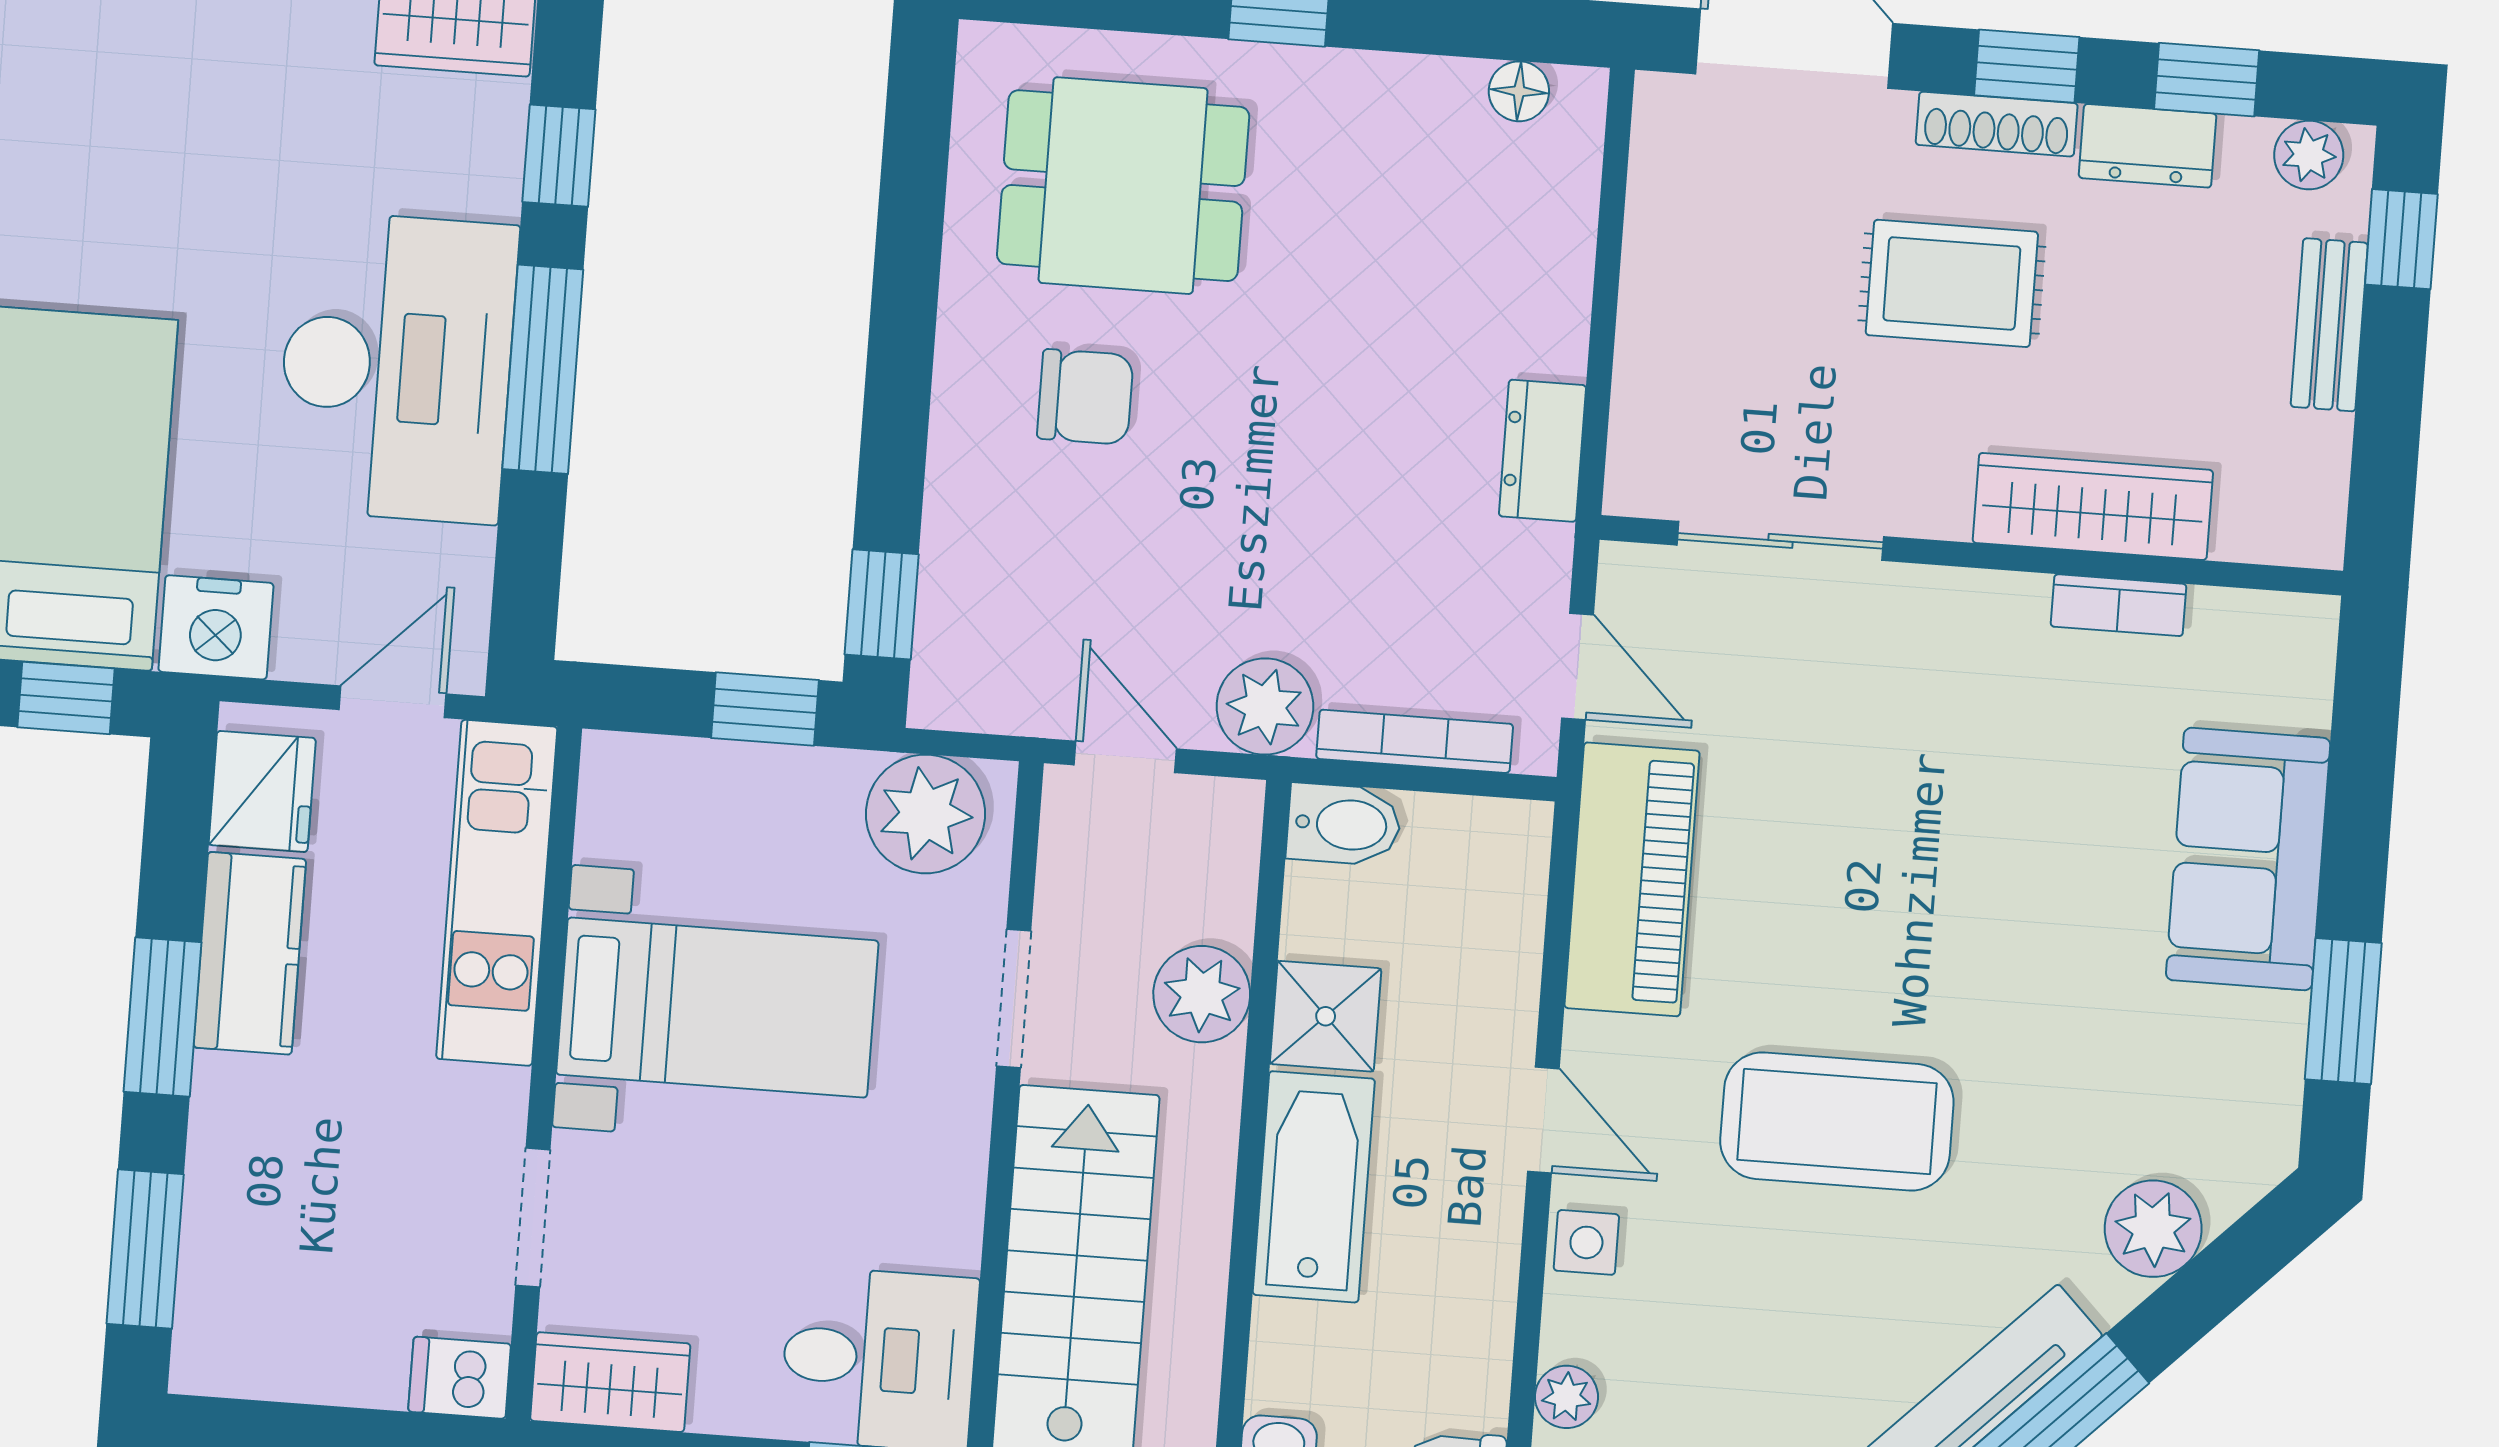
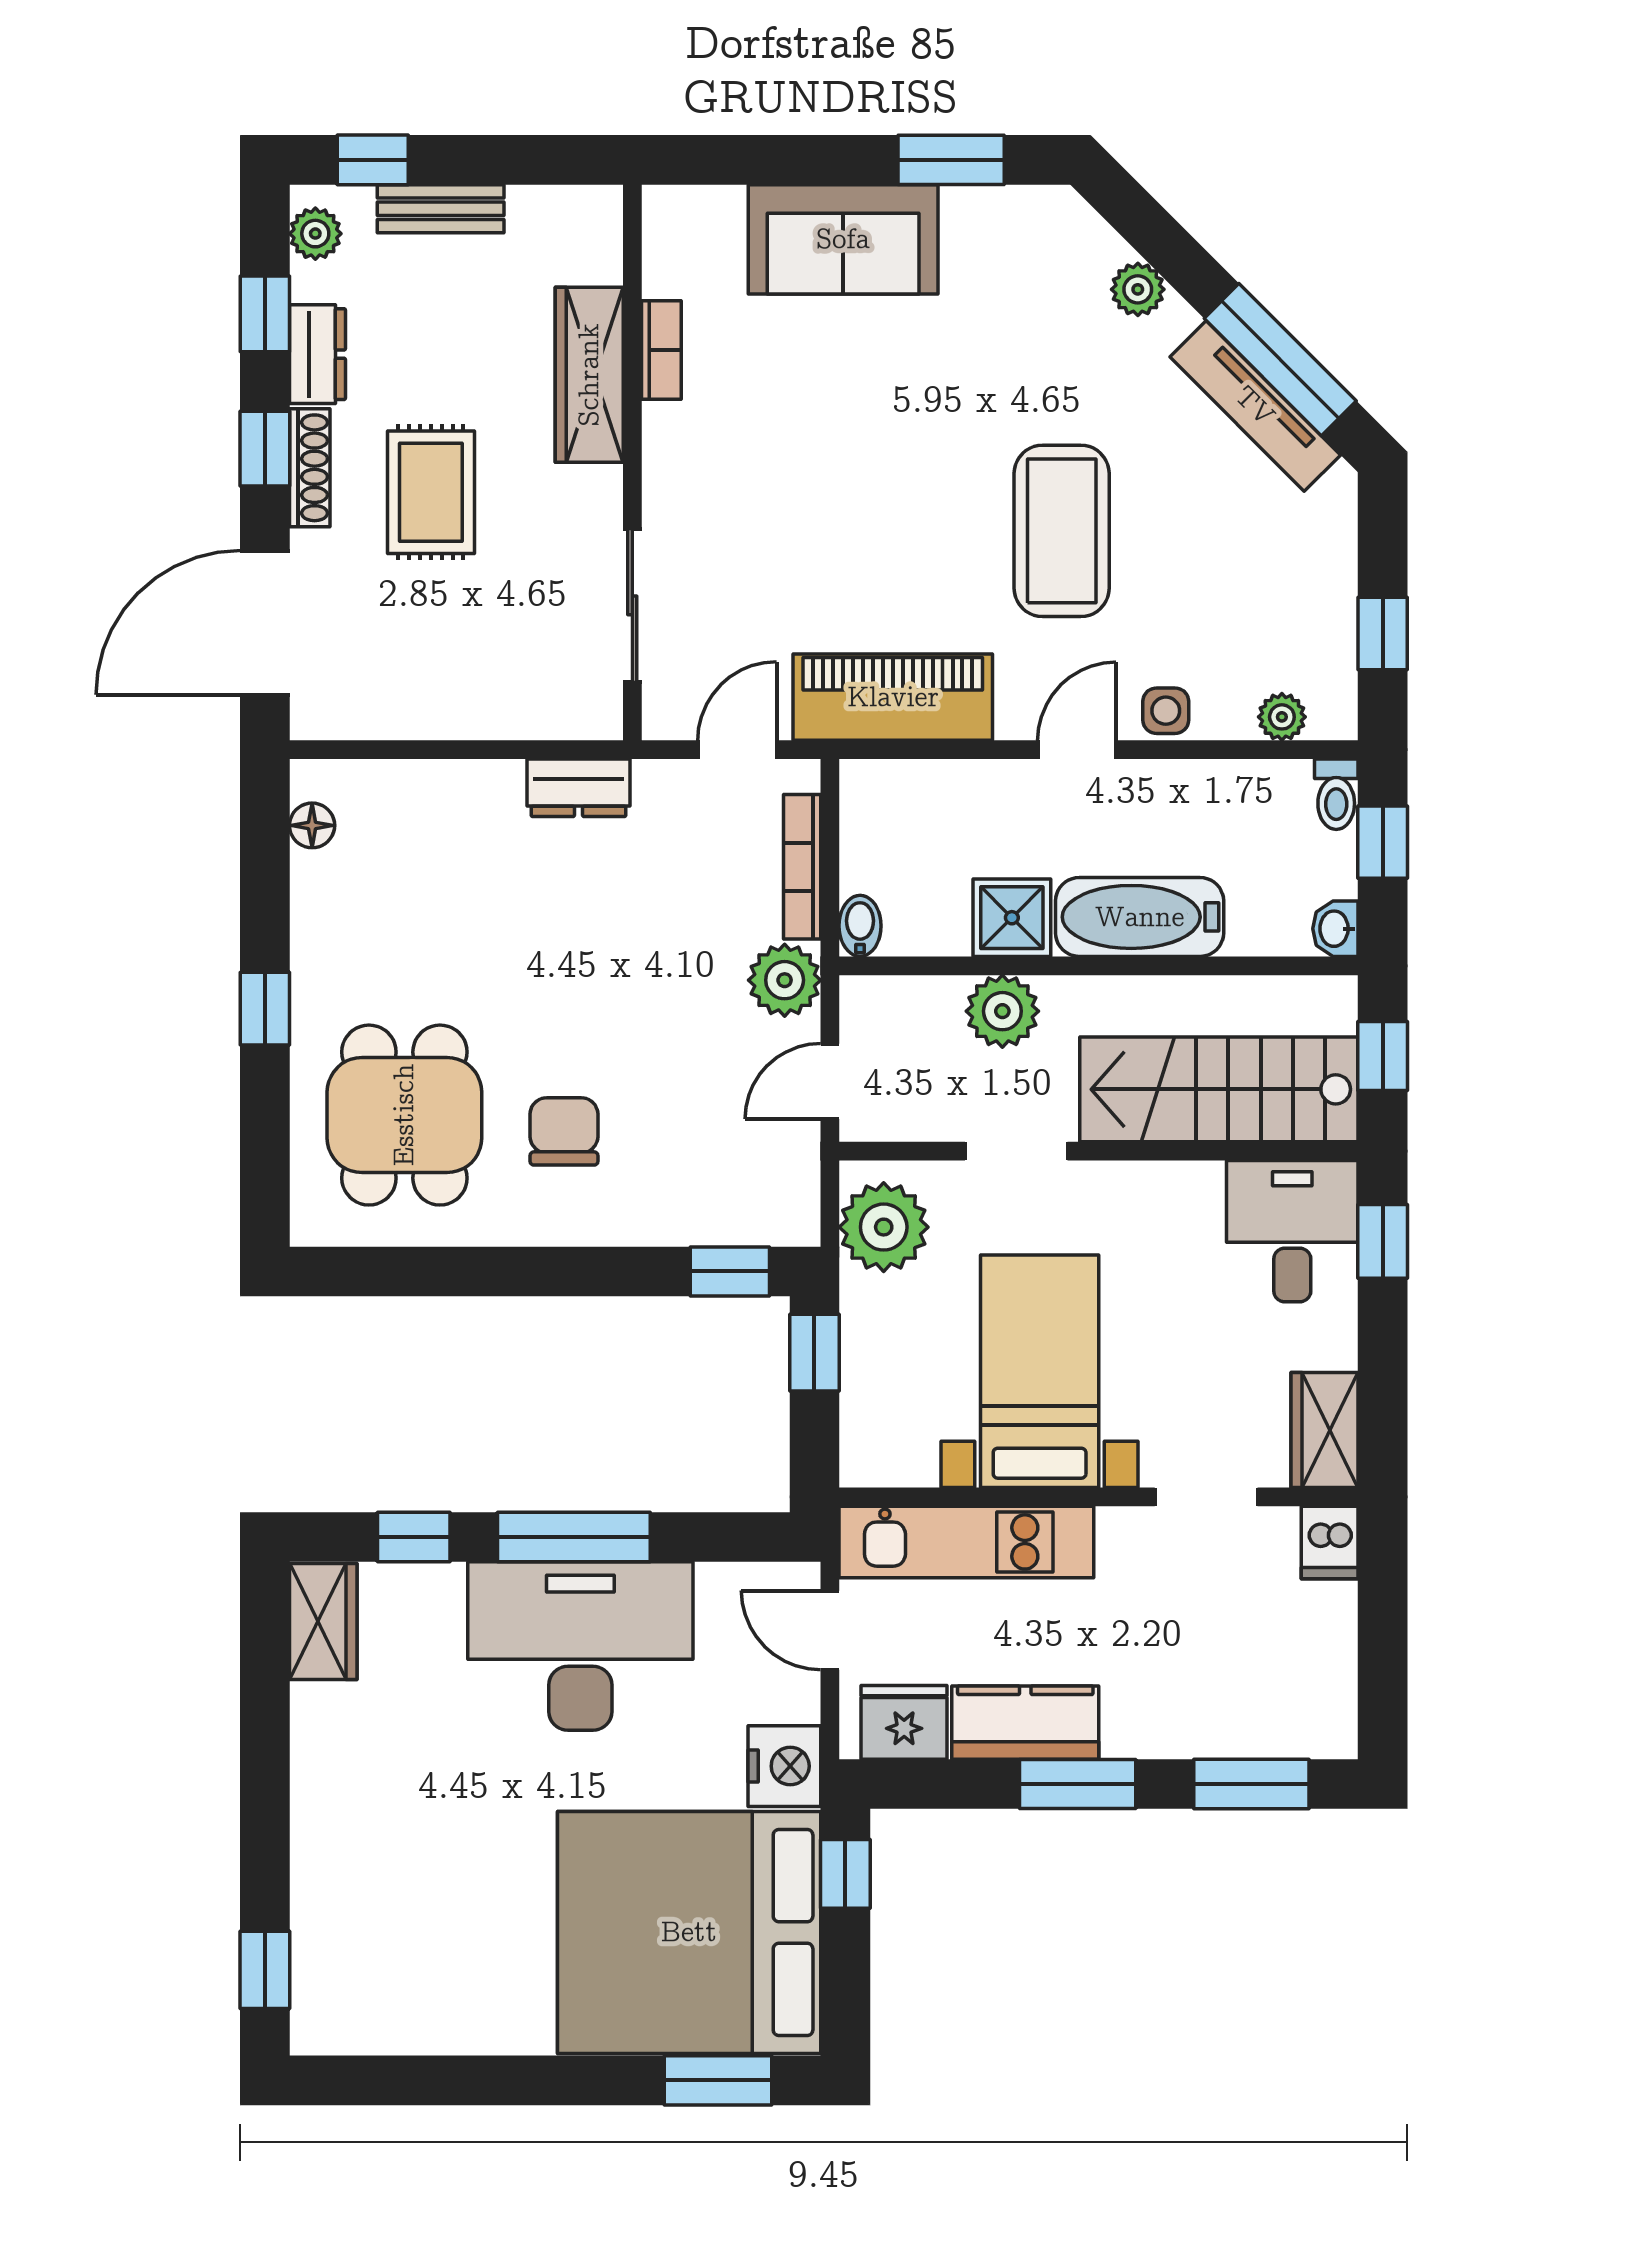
bidet: (1344, 824) -> (860, 926), width x0.72, depth x0.74
plant: (2153, 1229) -> (1138, 289), width x0.73, depth x0.73

